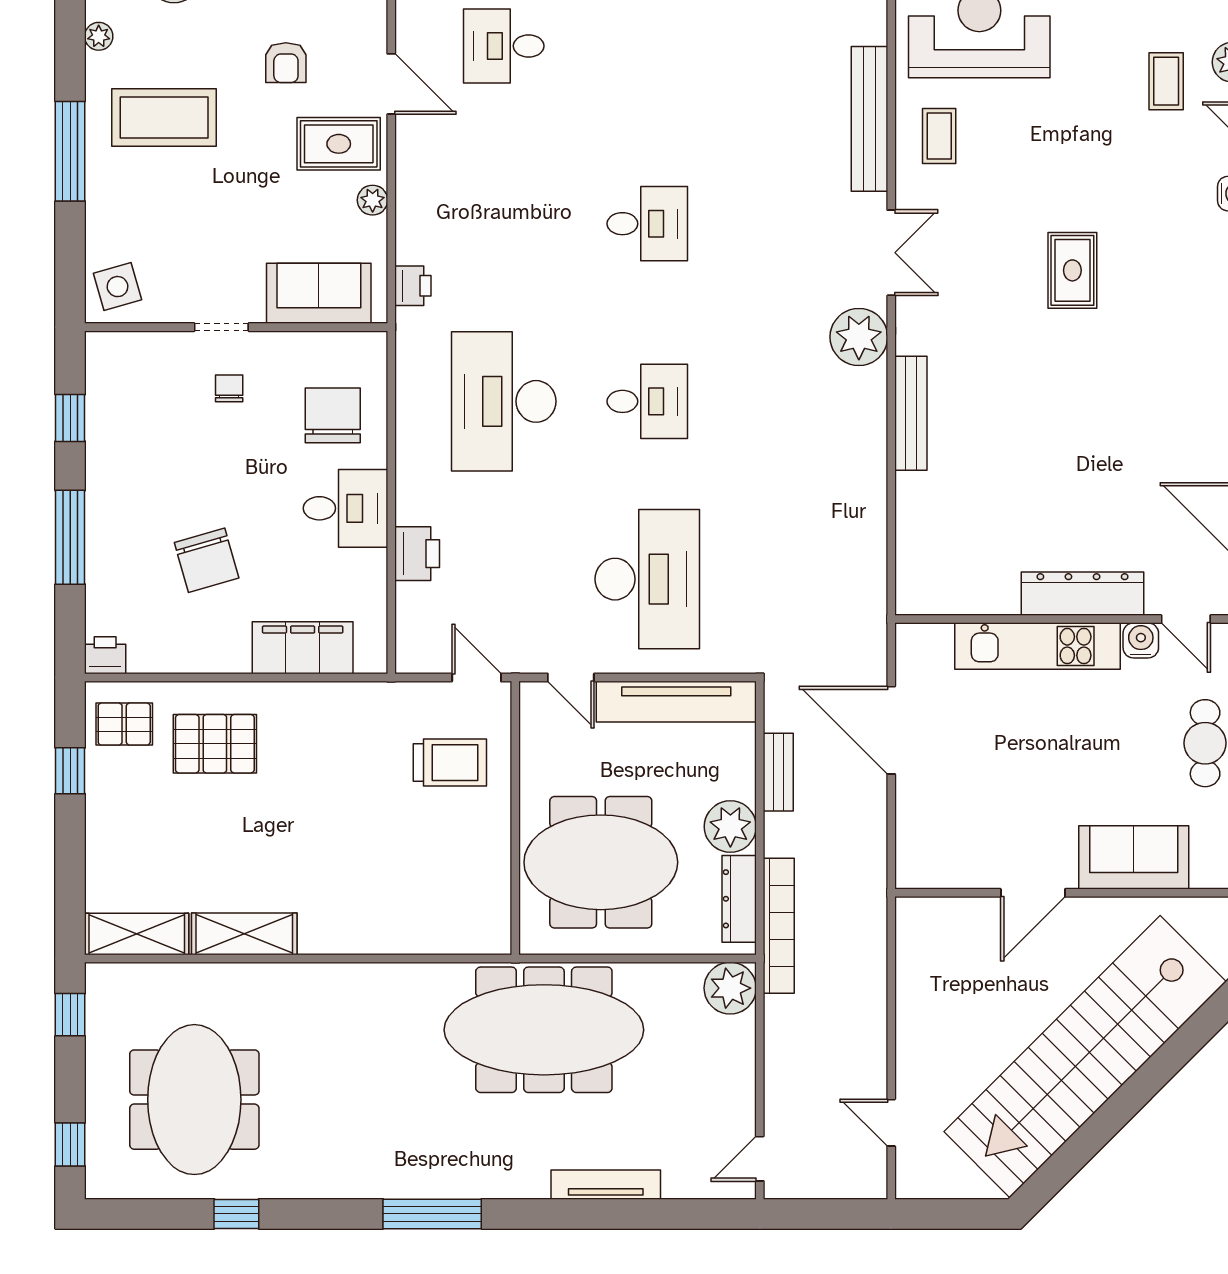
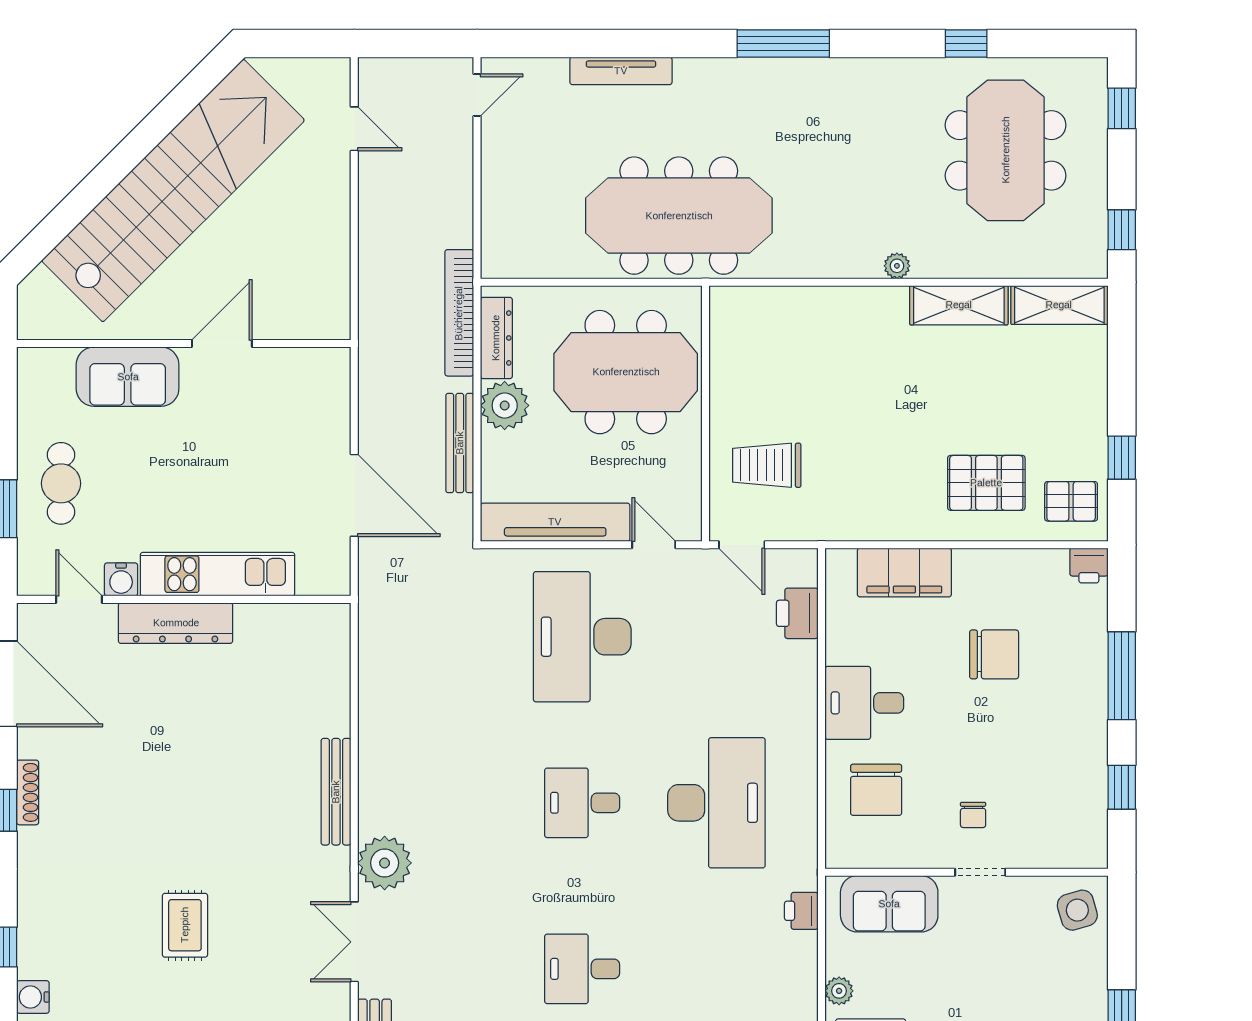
printer: (417, 554) -> (797, 613), moved
chair: (207, 560) -> (994, 654), turned 106
bench: (778, 772) -> (460, 443), width x1.36
plant: (730, 988) -> (897, 266), moved, width x0.53, depth x0.53

